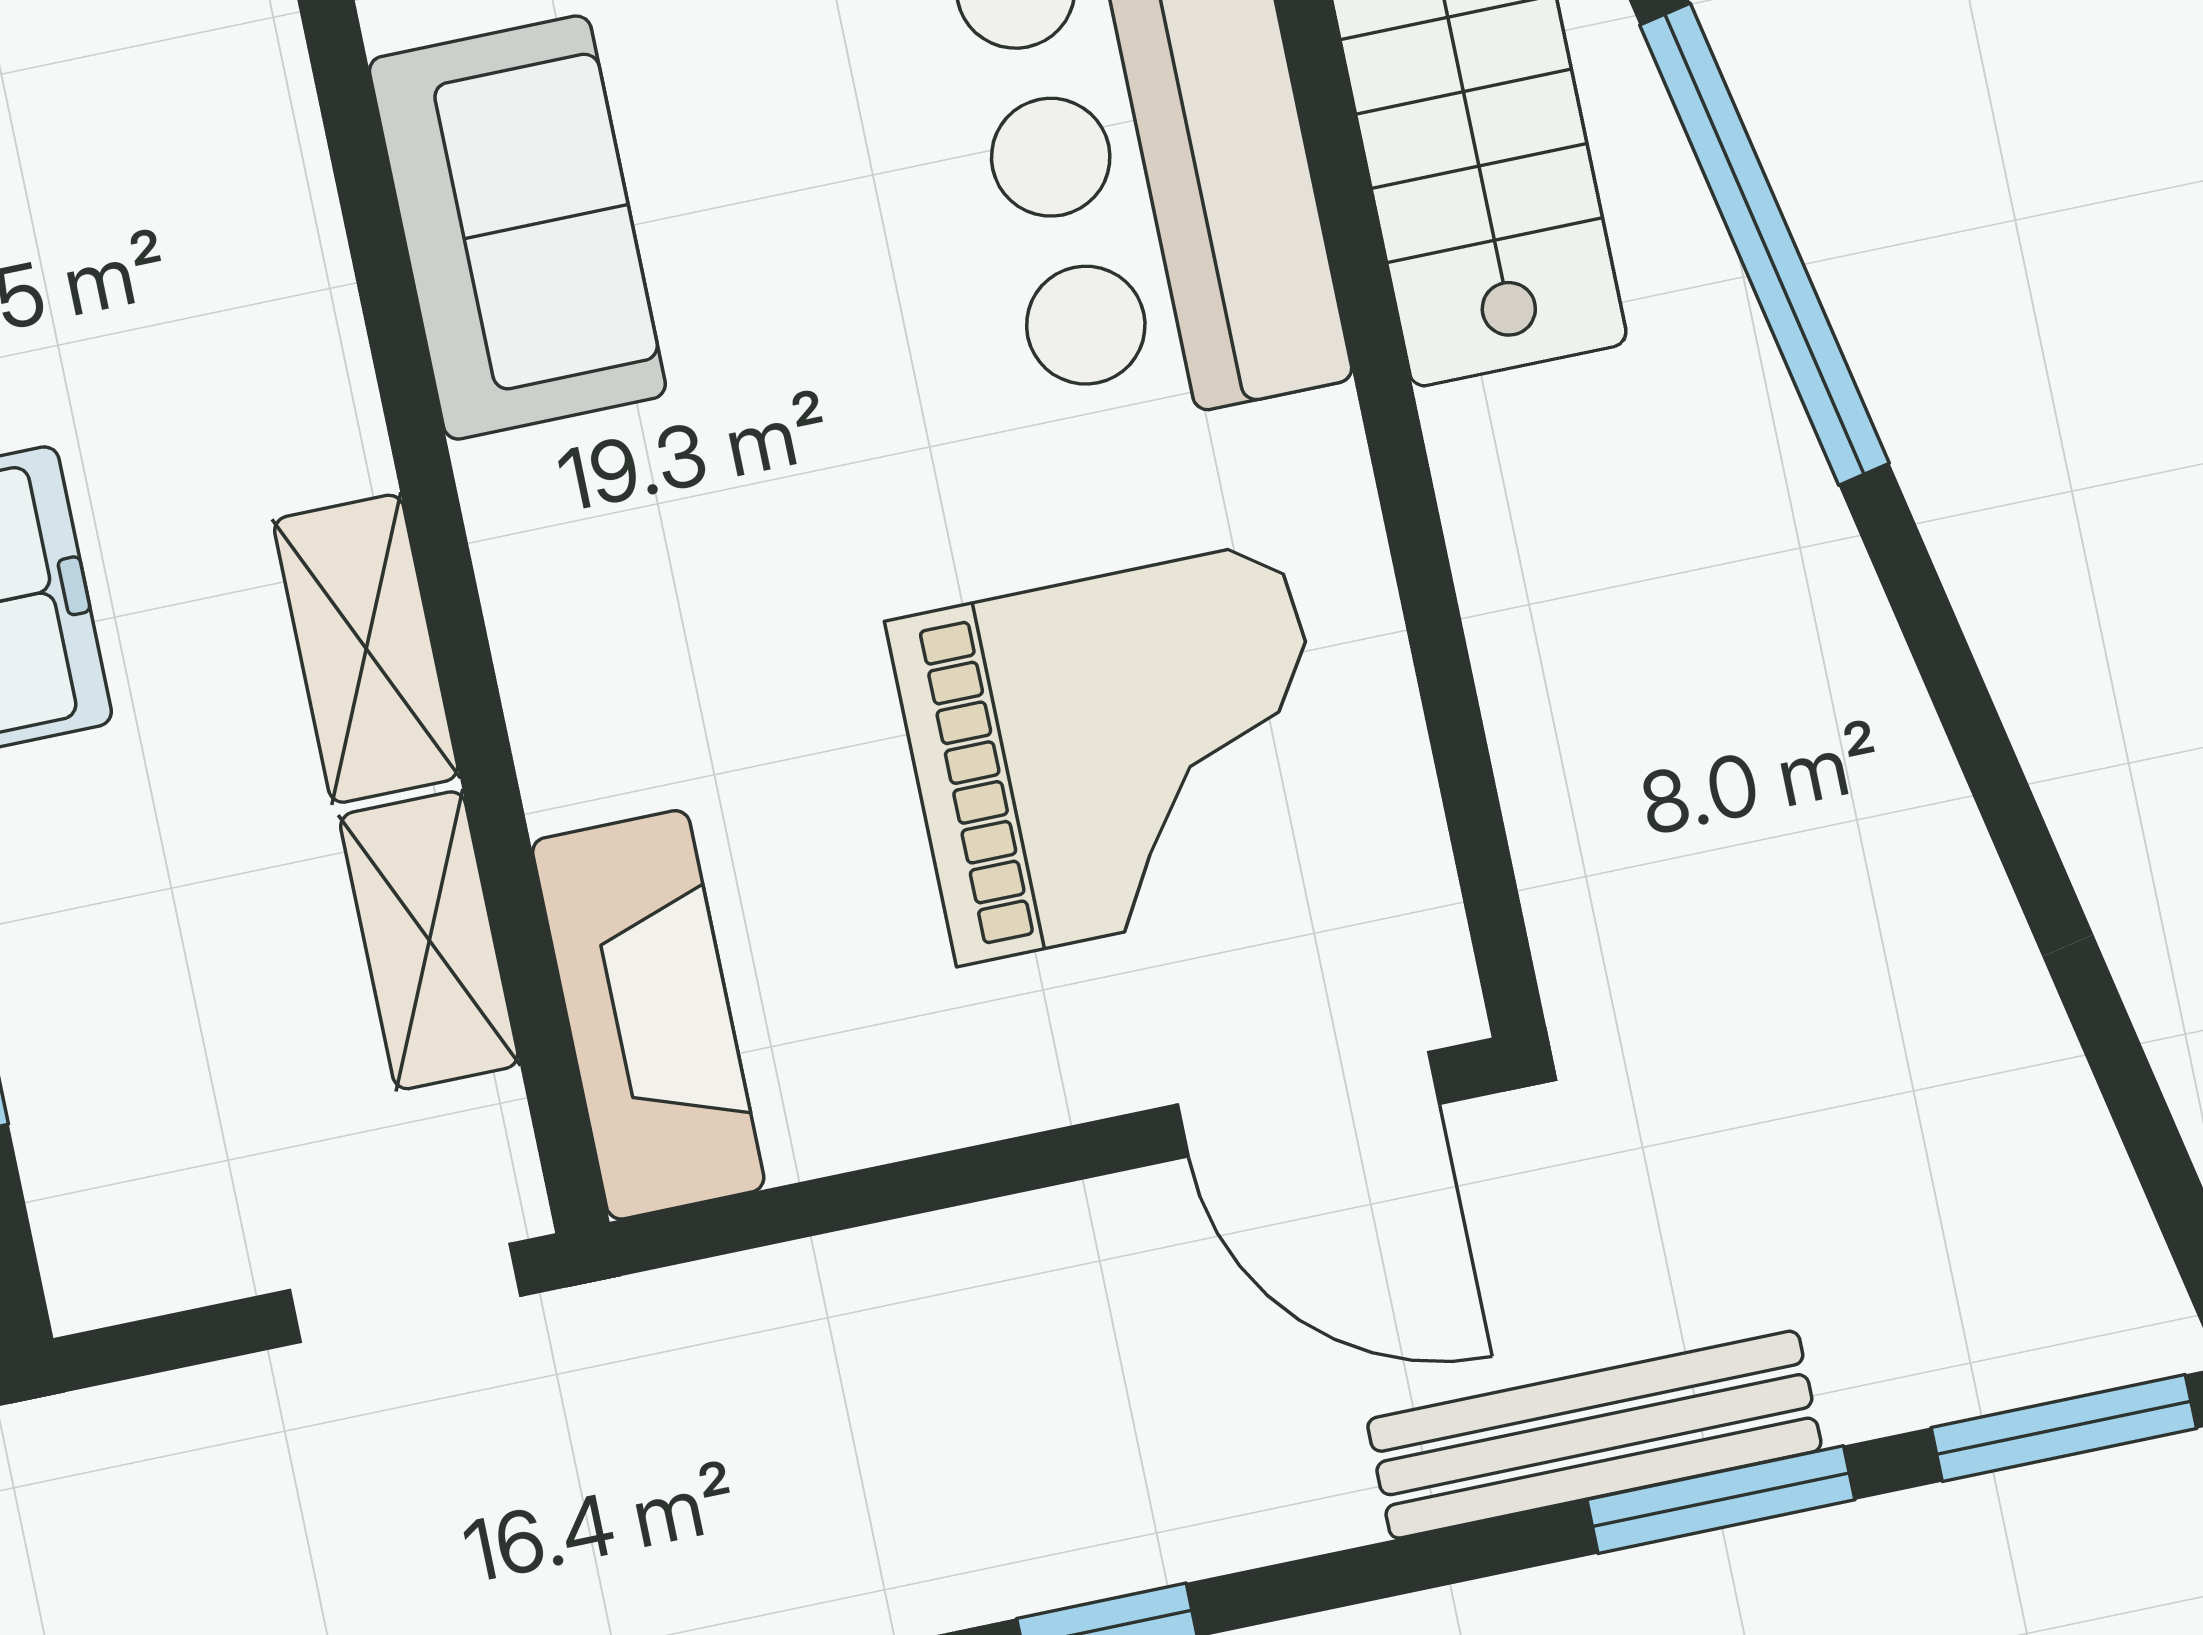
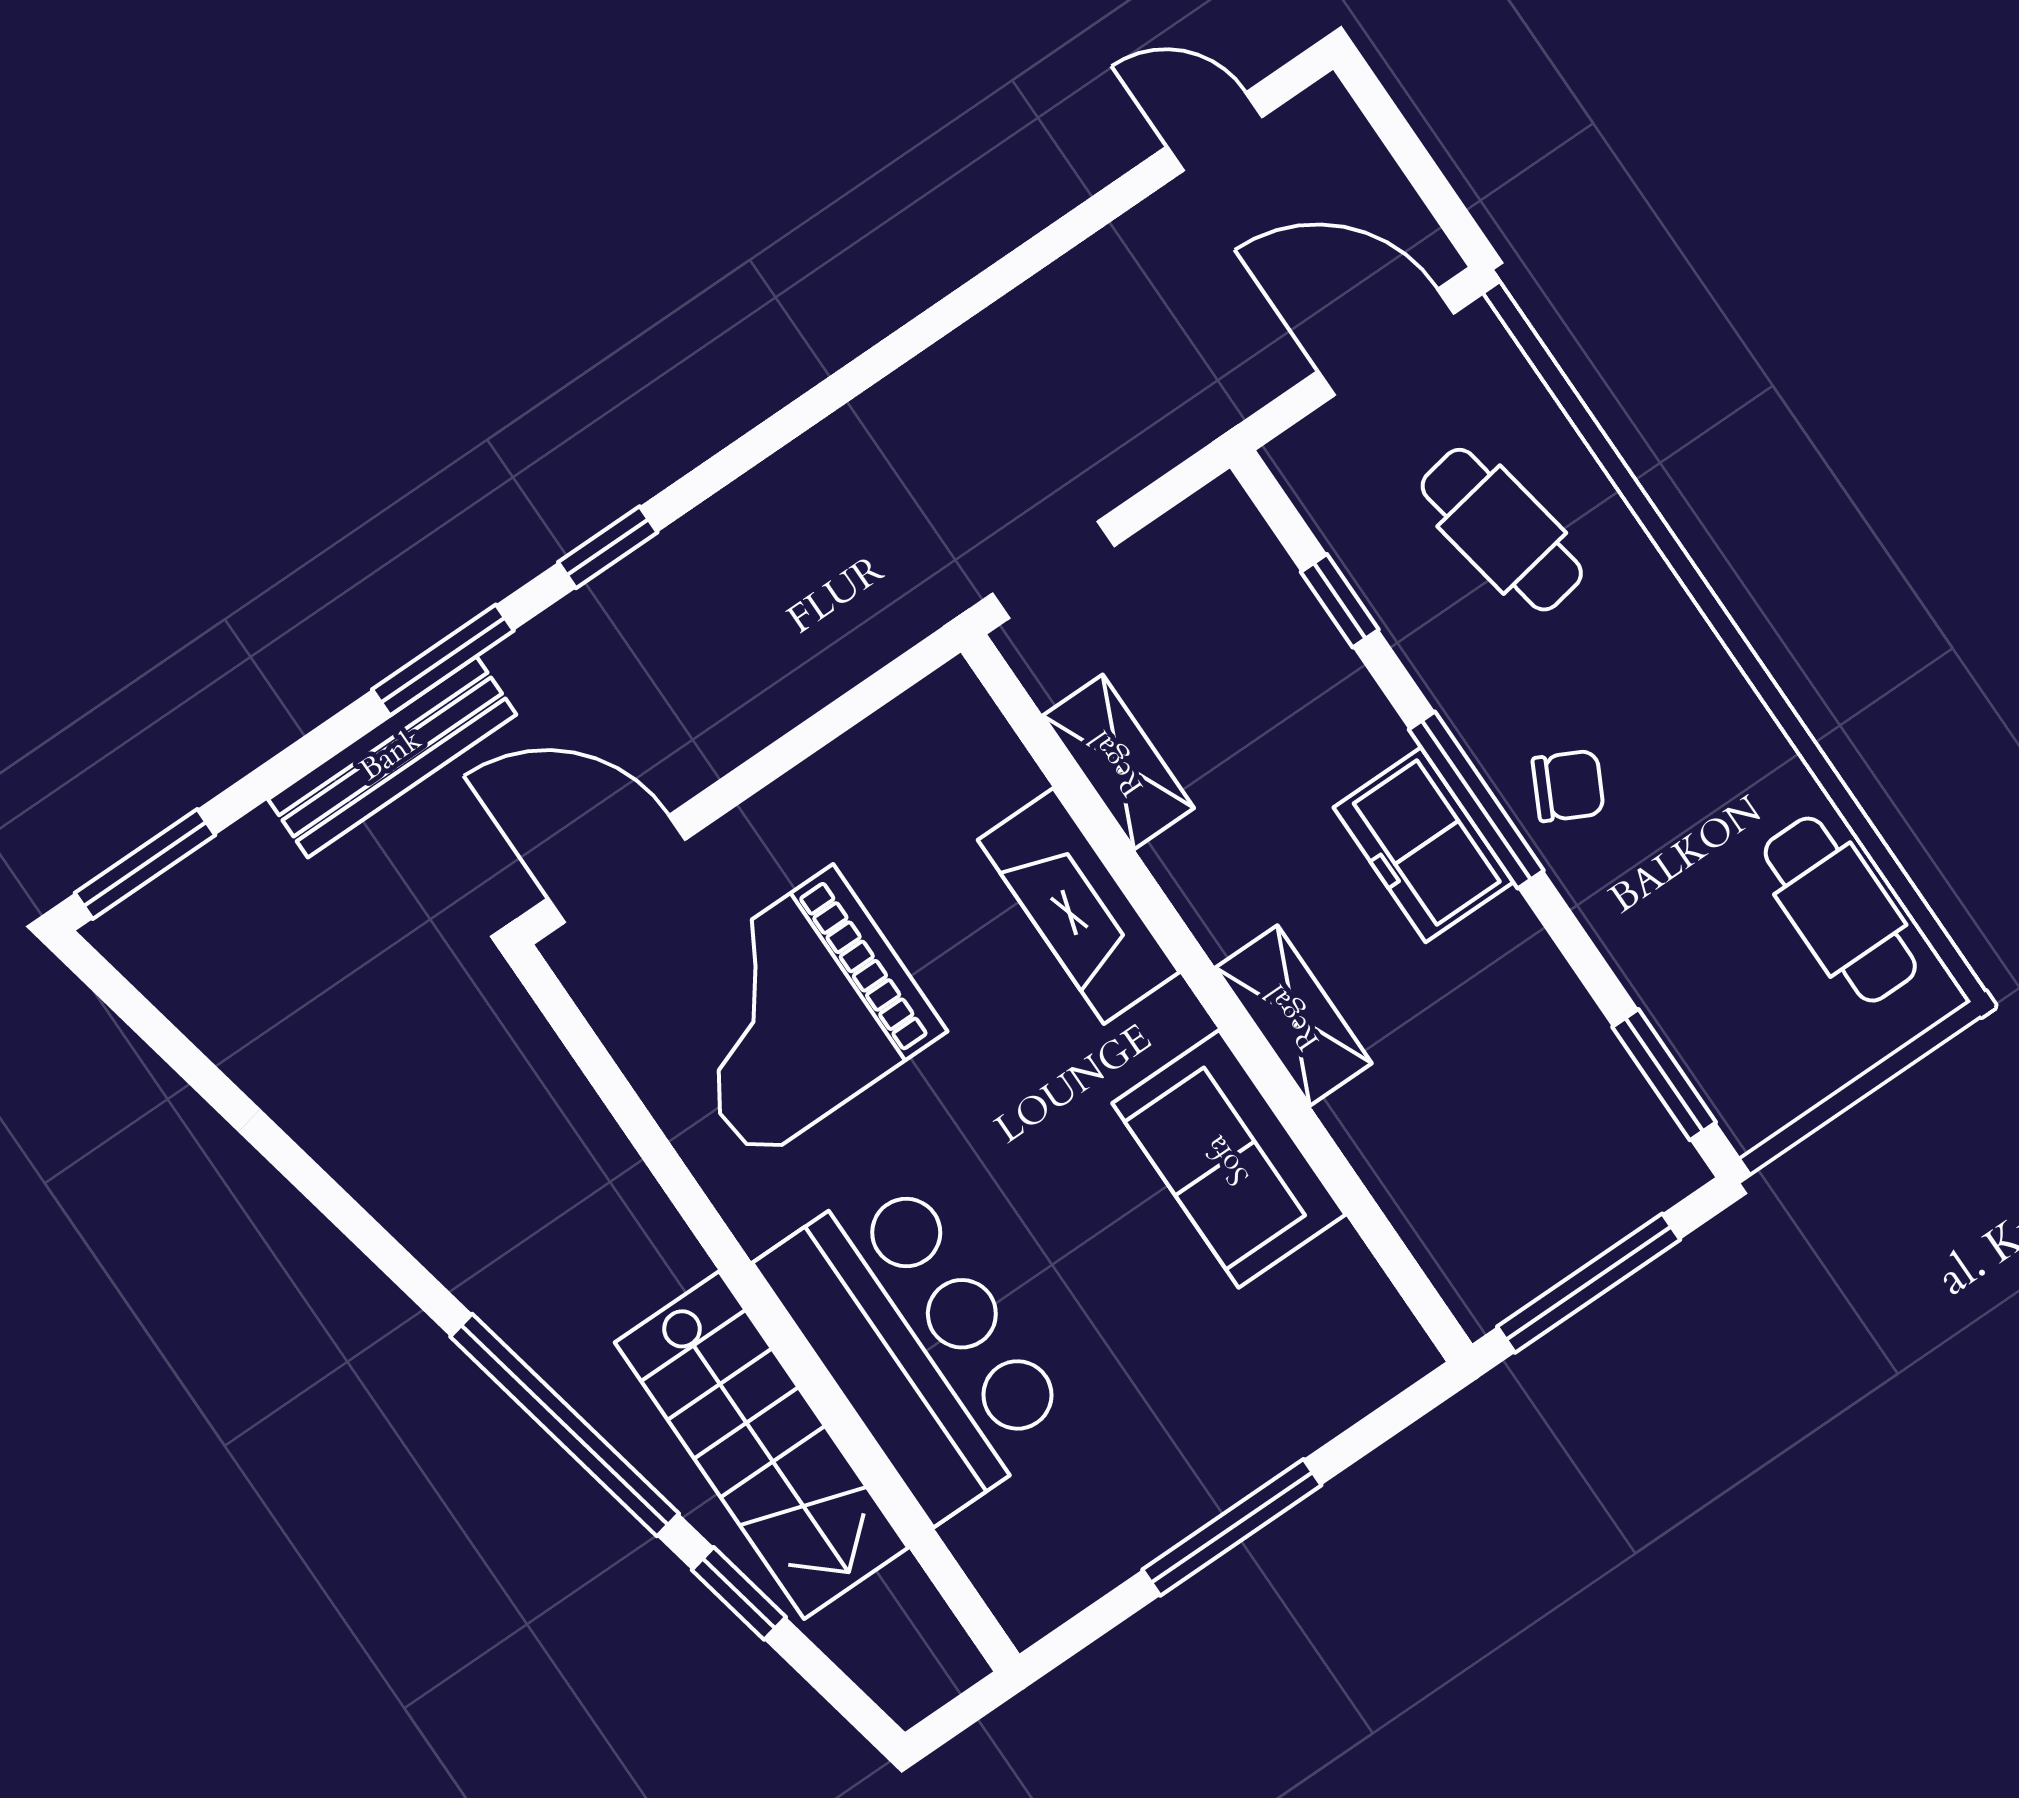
shelving: (366, 649) -> (1294, 1016), moved
fireplace: (648, 1015) -> (1079, 906), moved
window: (1721, 1500) -> (443, 660), moved

